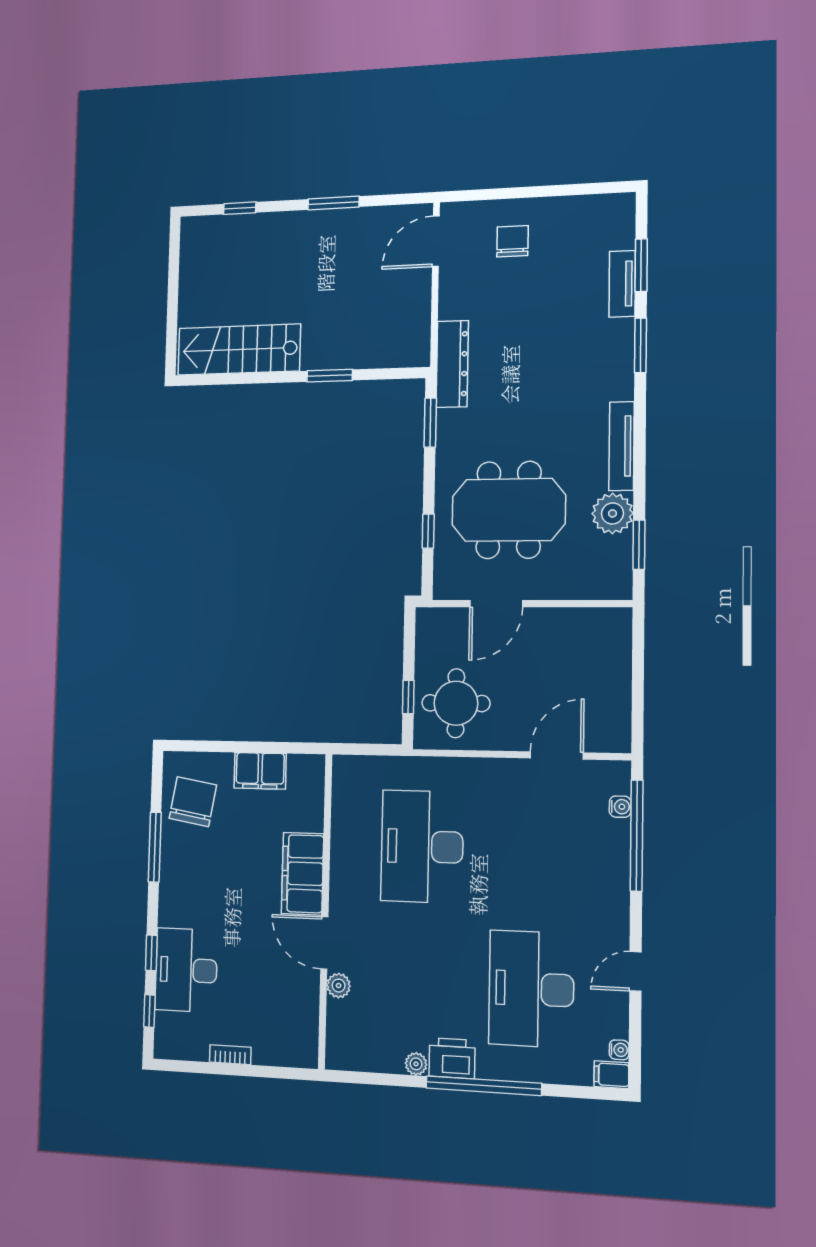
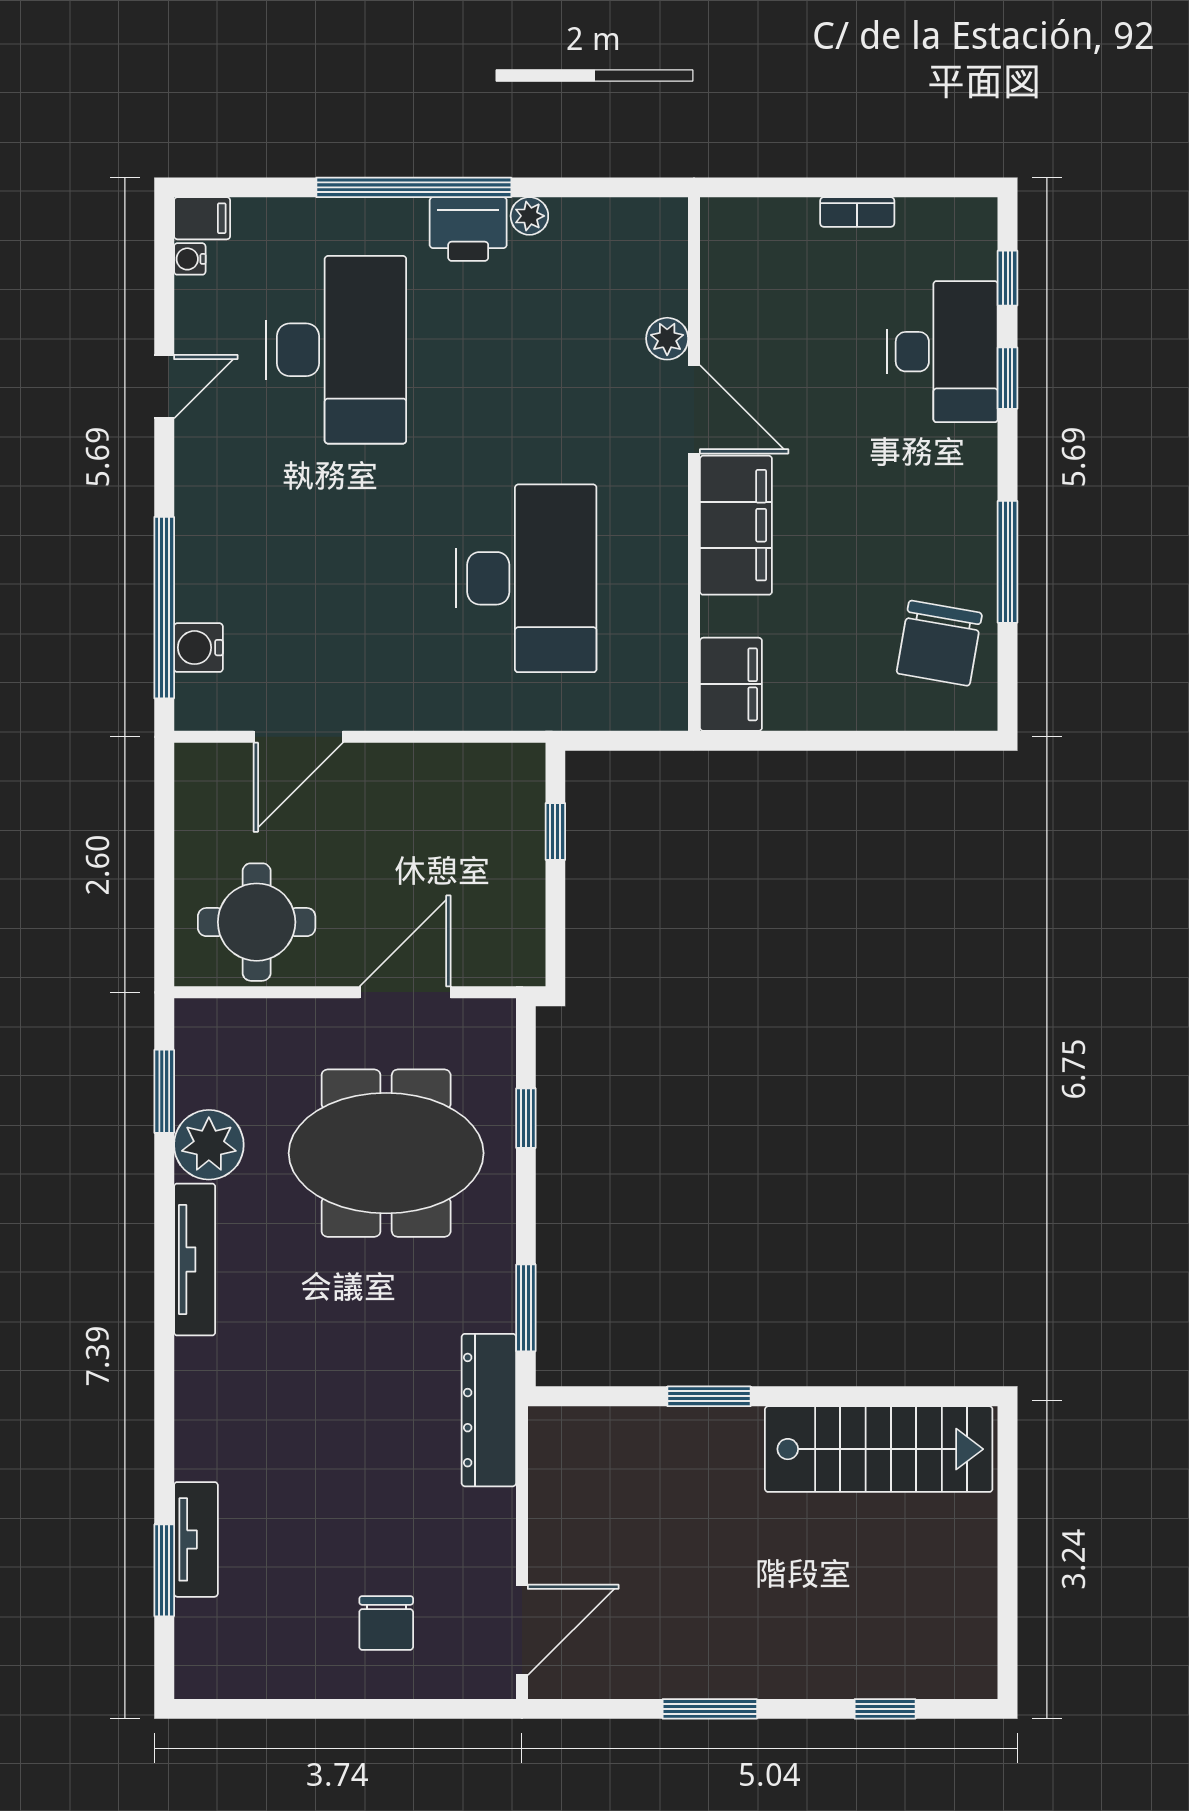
window: (641, 345) -> (164, 1432), removed
round table: (456, 703) -> (257, 922), moved
filing cabinet: (260, 771) -> (731, 684), moved, turned 90
water cooler: (620, 807) -> (198, 648), width x1.38, depth x1.38

